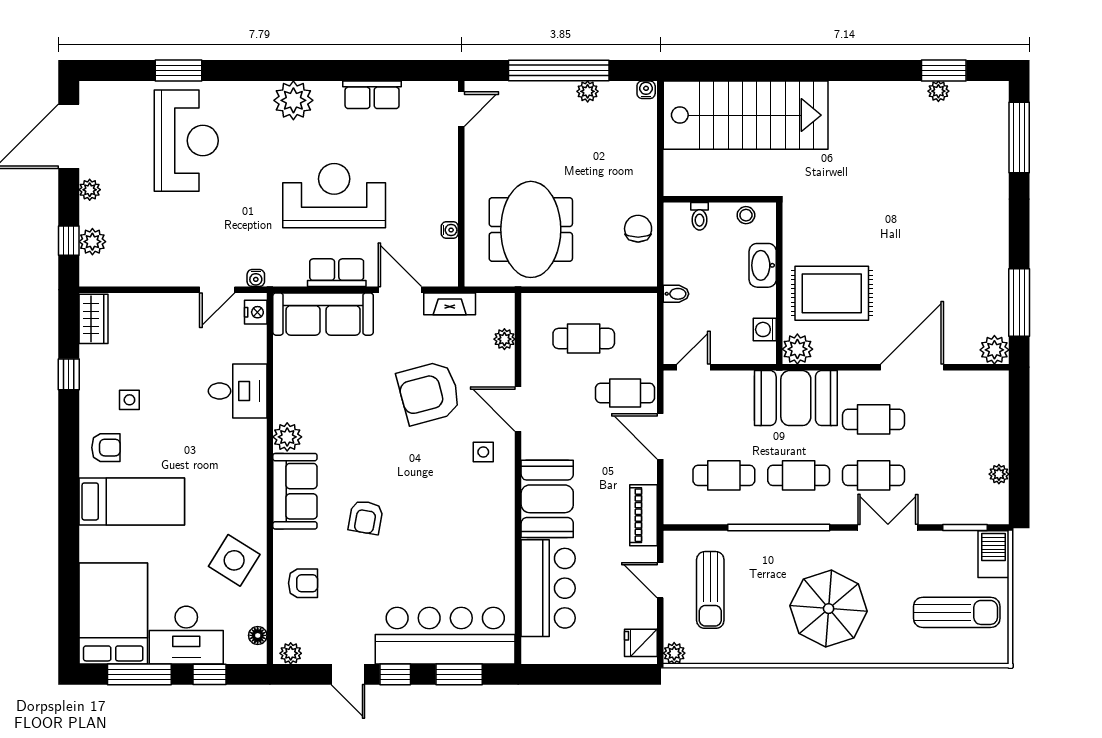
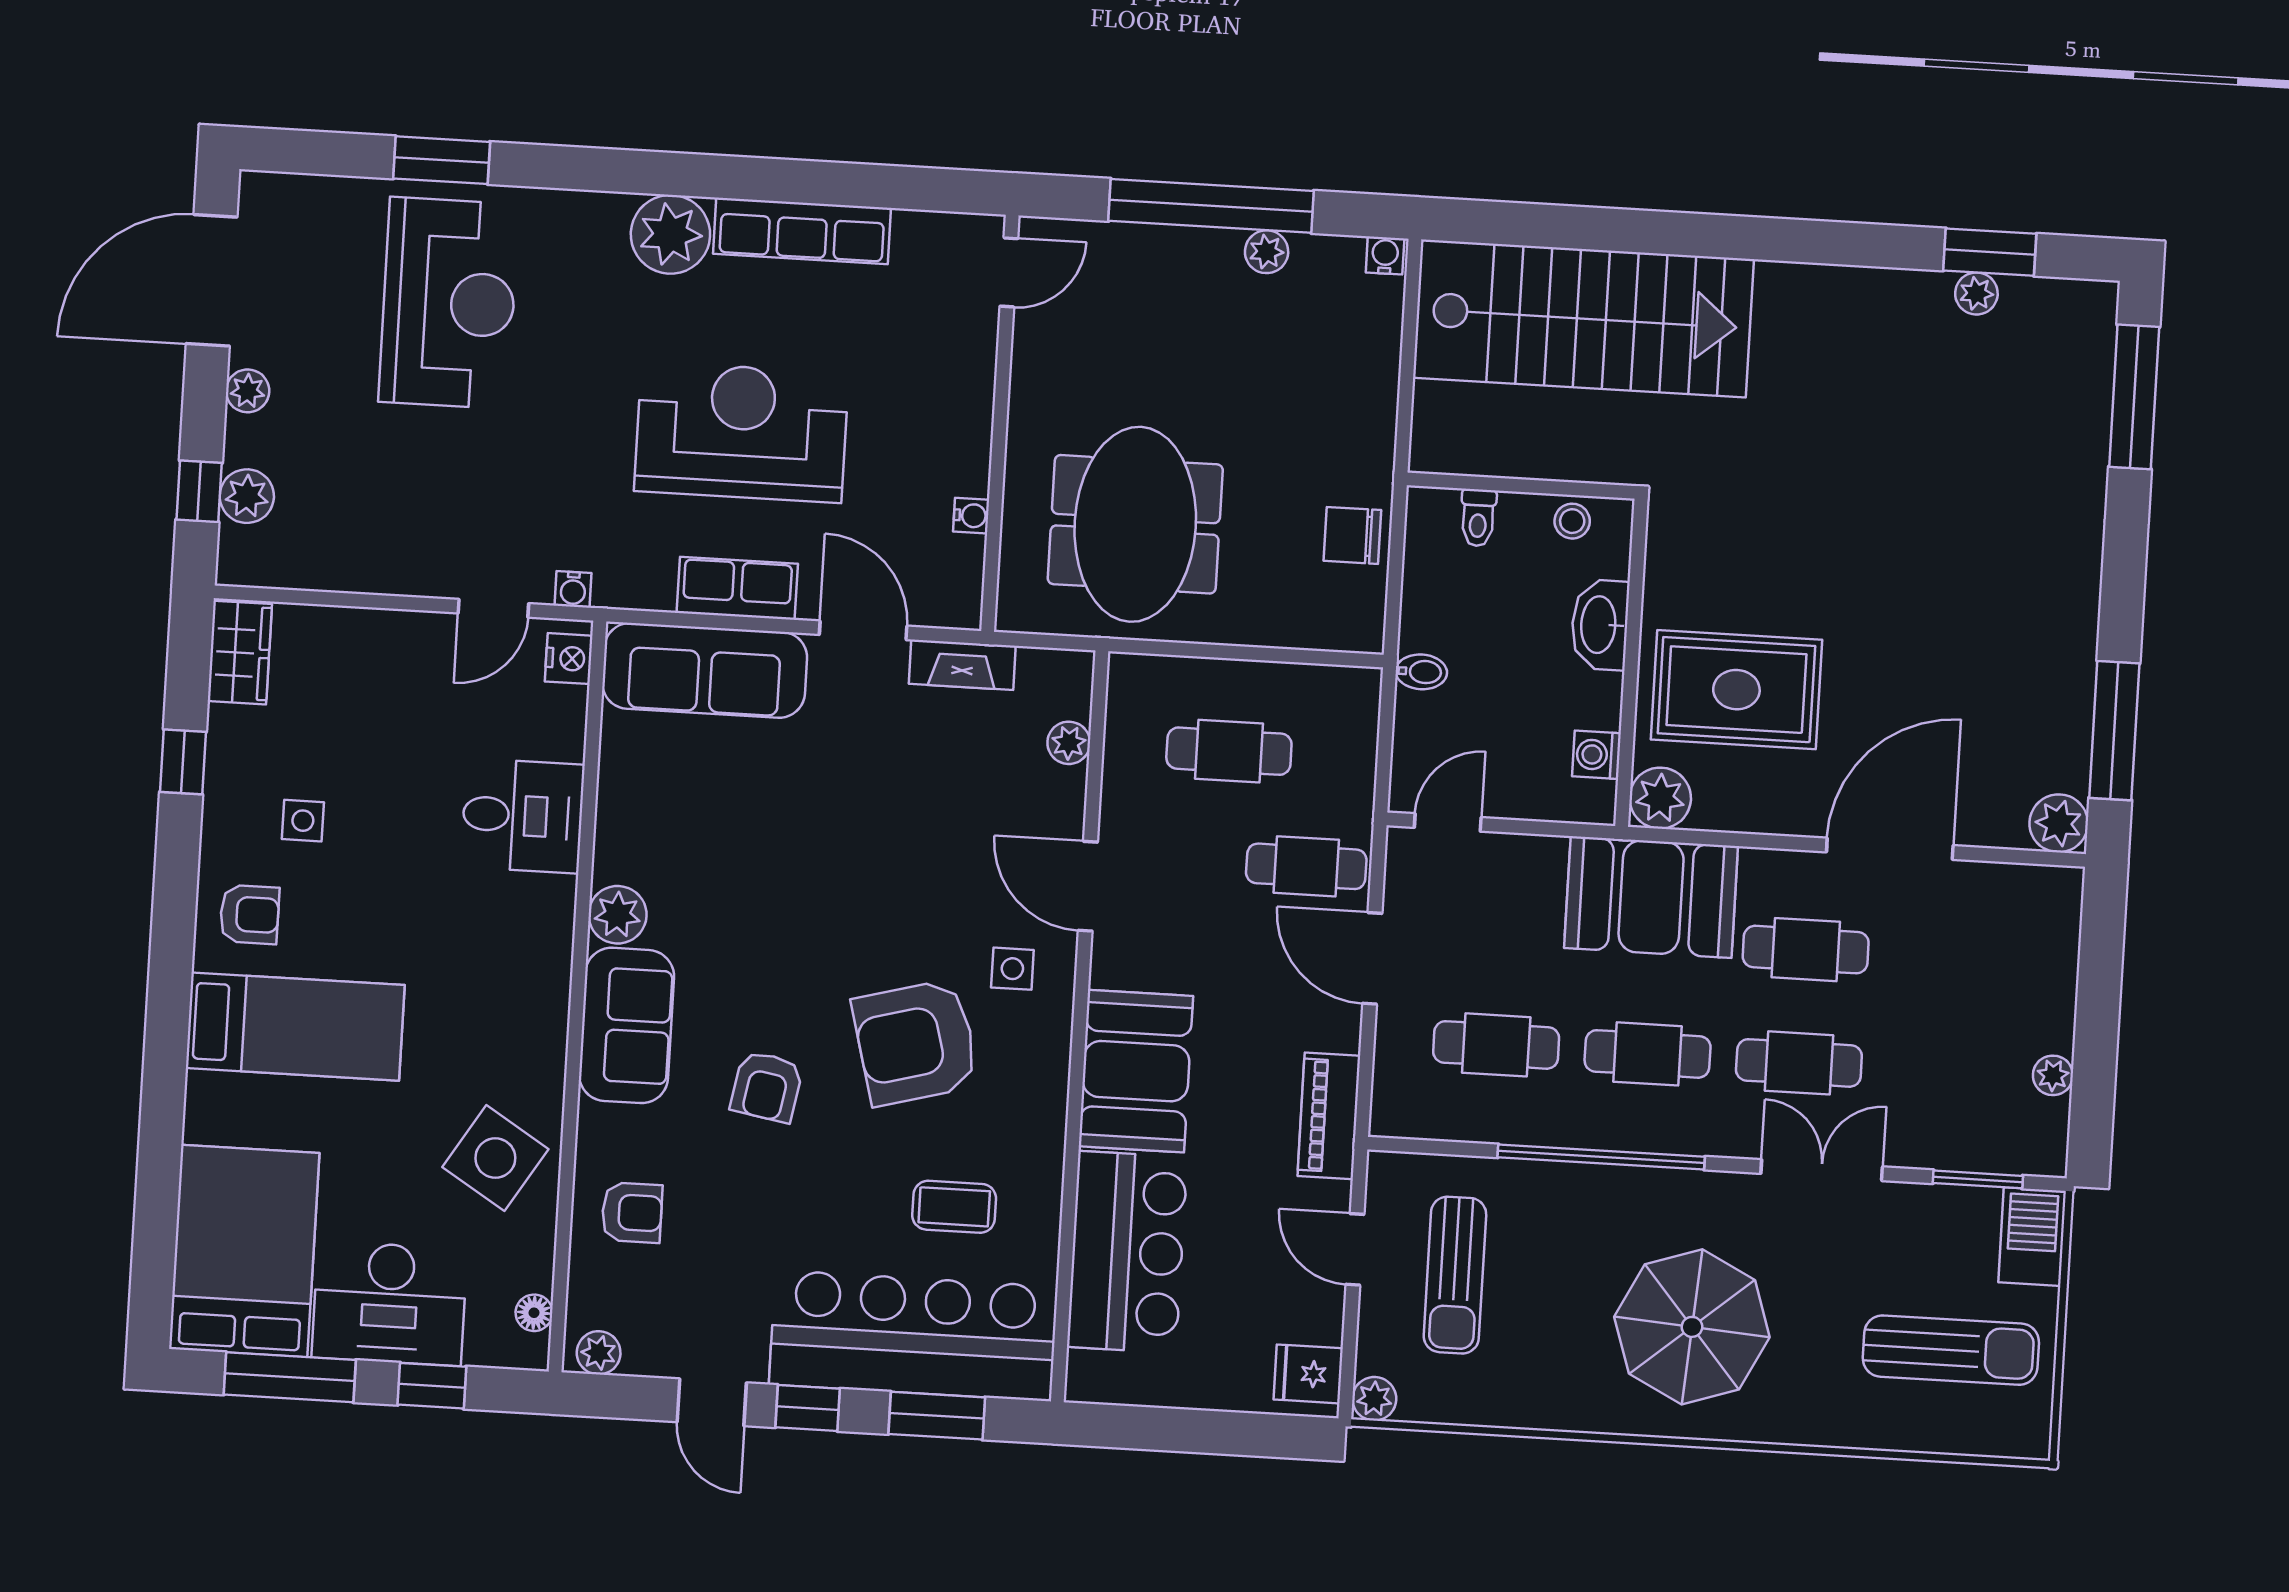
row of seats: (372, 95) -> (802, 231), width x1.48
chair: (638, 229) -> (1352, 535), turned -90
armchair: (429, 393) -> (916, 1042), moved
coffee table: (462, 571) -> (954, 1207), added

